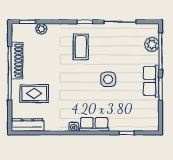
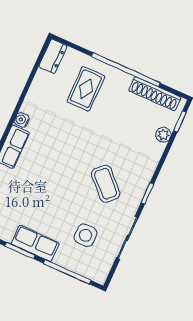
plant: (152, 44) -> (81, 265), removed
coffee table: (81, 47) -> (106, 184), moved, turned 45
shoe rack: (17, 61) -> (155, 94), moved
side table: (108, 79) -> (86, 235), moved
dresser: (27, 125) -> (53, 56), width x0.70

